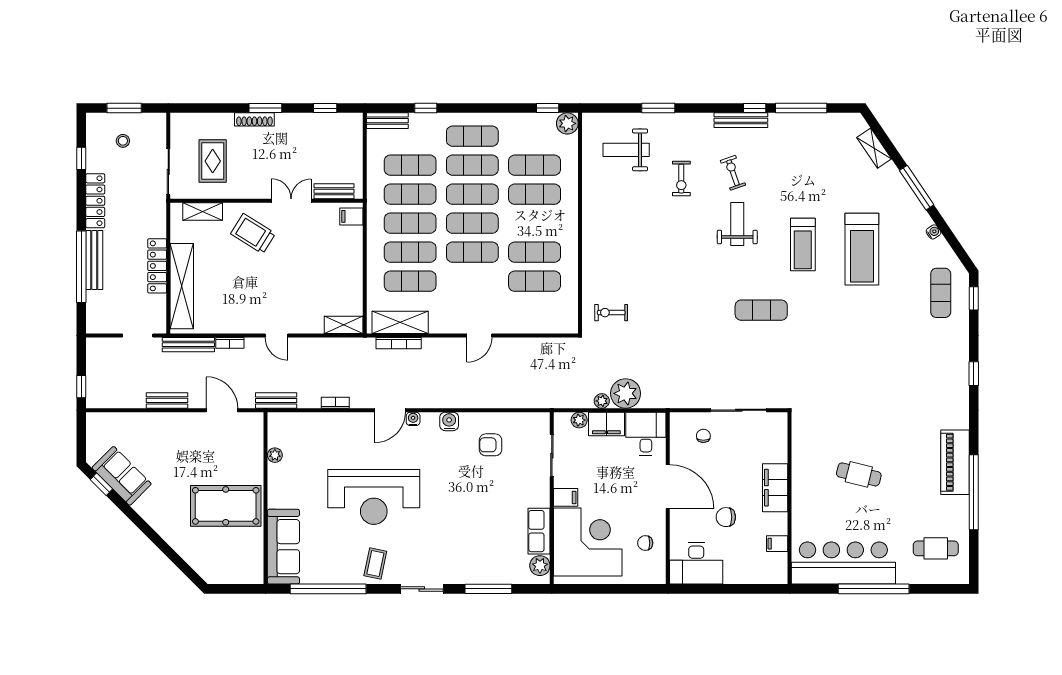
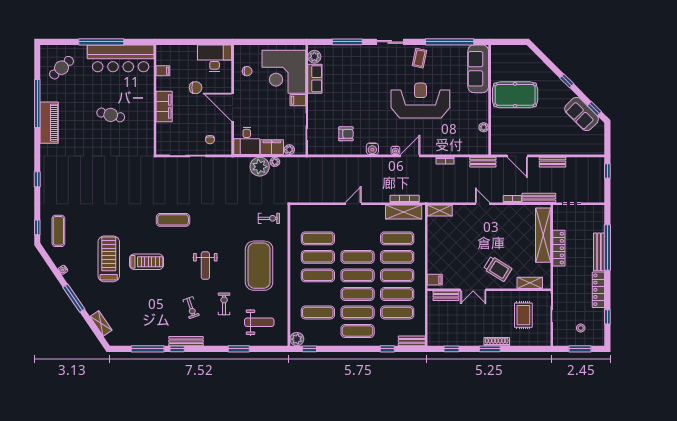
exercise mat: (535, 194) -> (318, 275), moved
weight bench: (737, 224) -> (205, 266), moved
exercise mat: (627, 238) -> (259, 266), added
treadmill: (803, 245) -> (146, 262), turned 90
window: (145, 528) -> (567, 81), added
cafe table: (936, 548) -> (62, 68), turned -43

